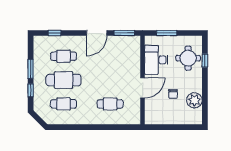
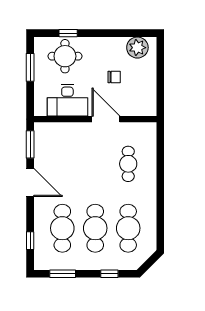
window: (167, 33) -> (30, 67), moved
cafe table: (64, 56) -> (62, 228), width x1.37, depth x1.35
window: (31, 69) -> (63, 274), moved
plant: (194, 100) -> (137, 48), moved
cafe table: (64, 104) -> (128, 228), width x1.37, depth x1.35

